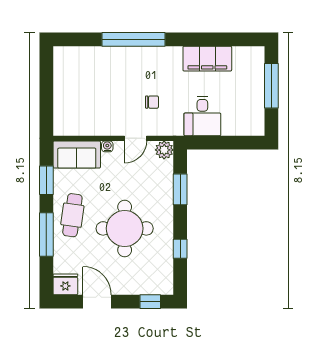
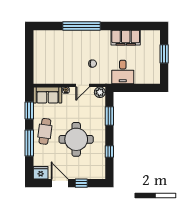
window: (271, 86) -> (164, 54), width x0.69
window: (150, 302) -> (81, 183), moved

